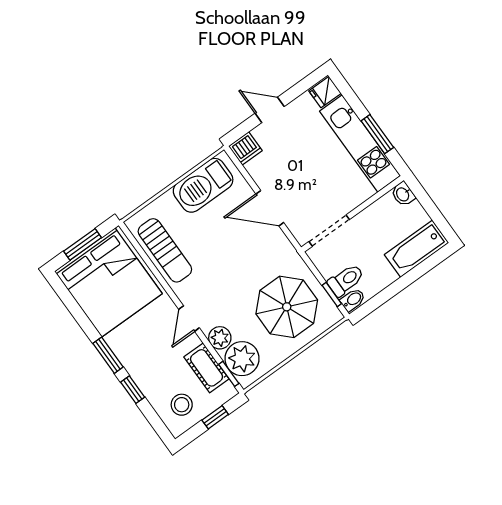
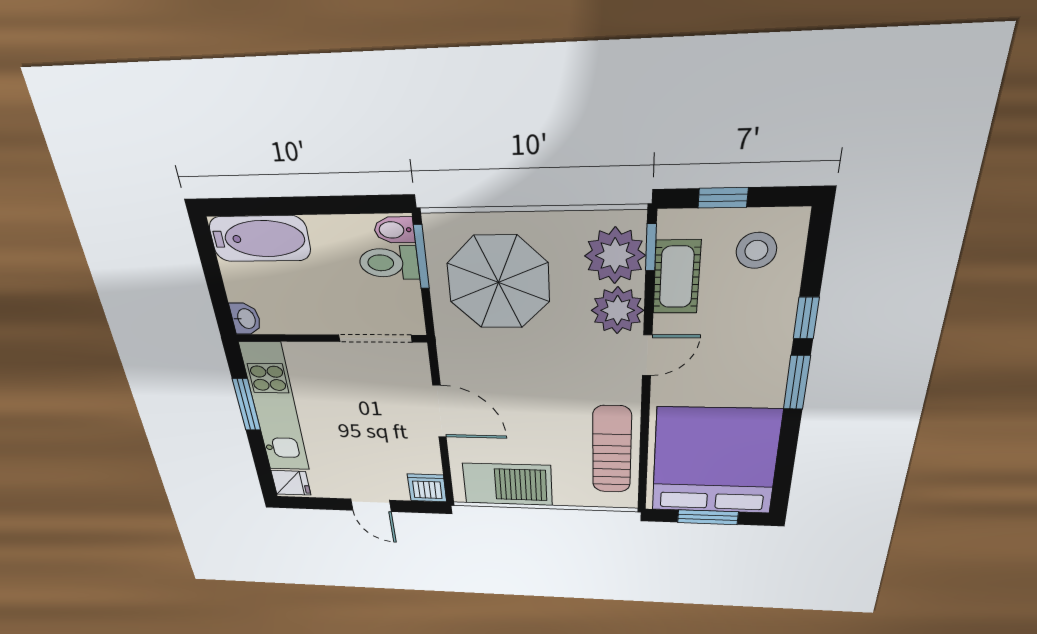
window: (332, 294) -> (421, 257), width x1.50
plant: (220, 338) -> (618, 310), width x1.36, depth x1.36

